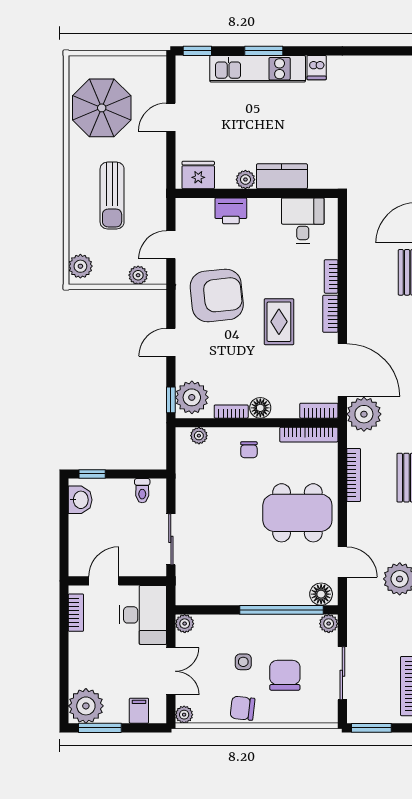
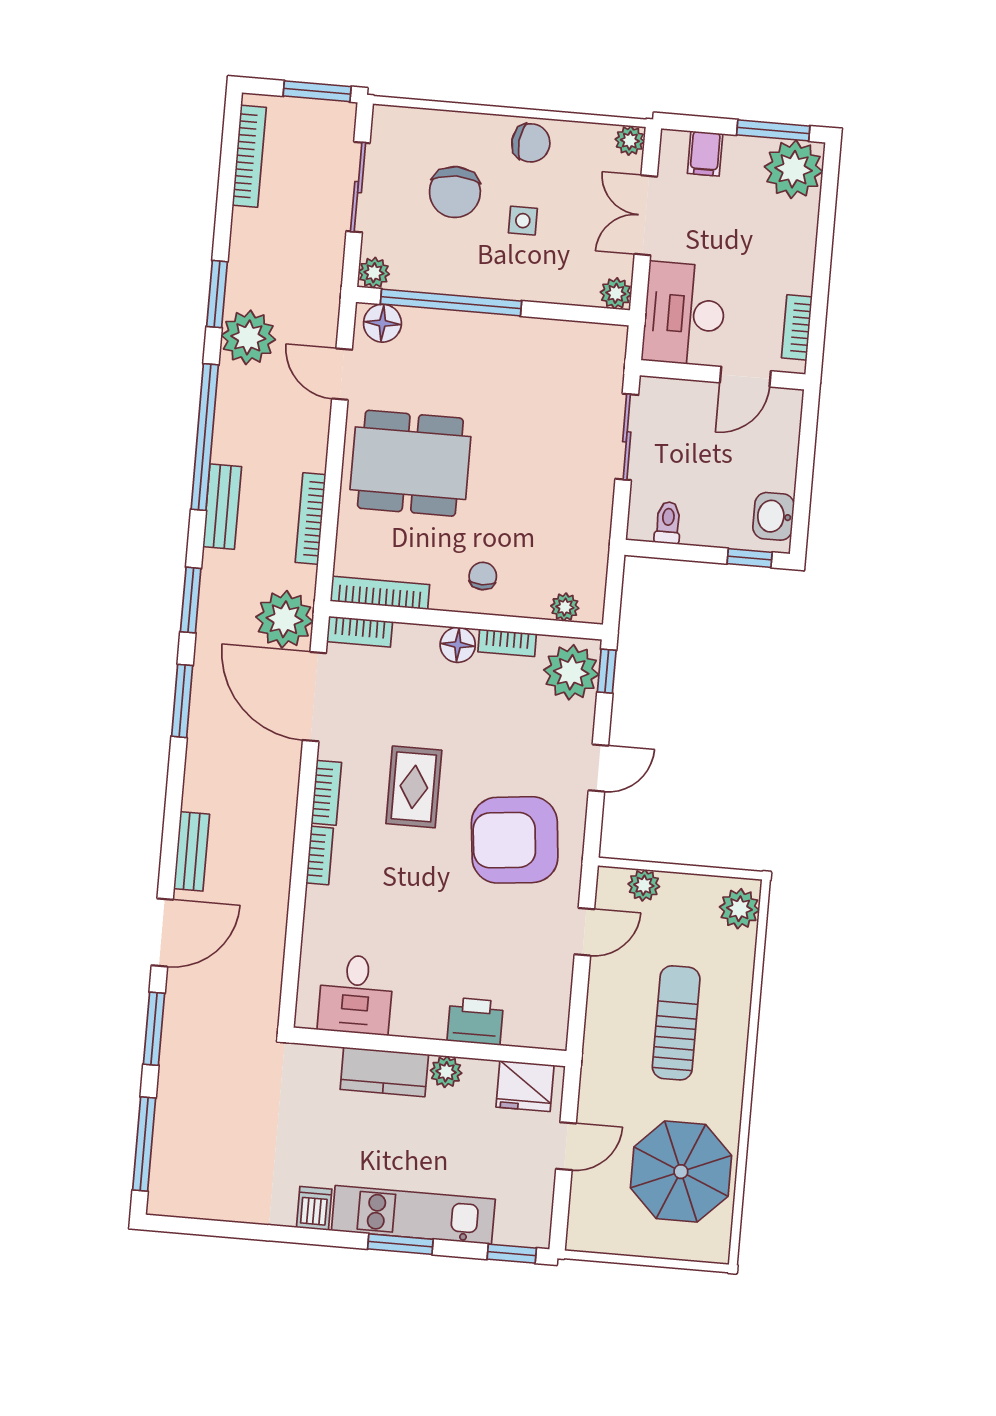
fridge: (198, 175) -> (525, 1086), moved
kitchen counter: (282, 176) -> (384, 1072), moved
plant: (245, 179) -> (446, 1072), moved
wall: (257, 193) -> (429, 1047), moved
printer: (231, 211) -> (475, 1021), moved
desk: (303, 221) -> (356, 994), moved

